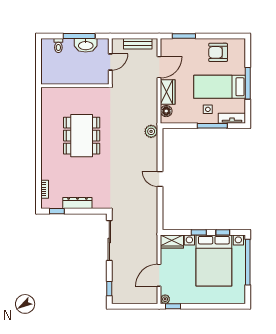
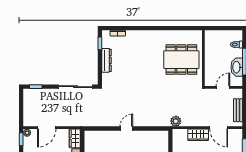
door: (110, 62) -> (223, 87), swing flipped
floor lamp: (166, 111) -> (182, 134), removed
plant: (151, 131) -> (176, 121), moved
dining table: (82, 136) -> (181, 60), moved
door: (159, 275) -> (47, 128), swing flipped

